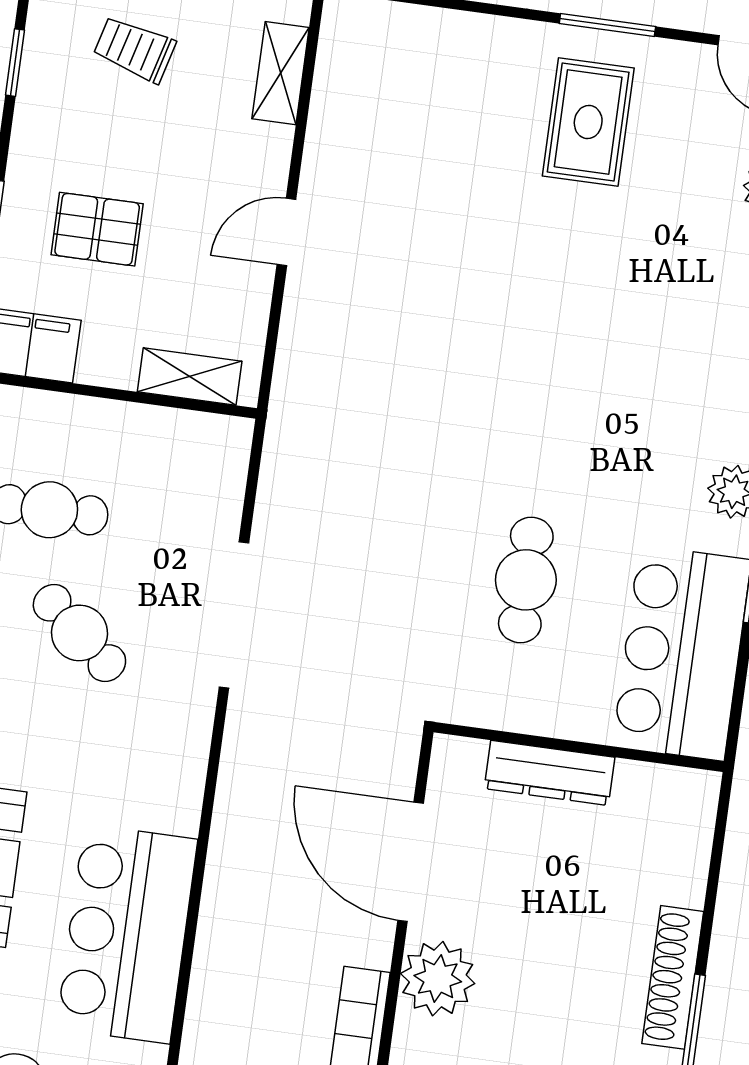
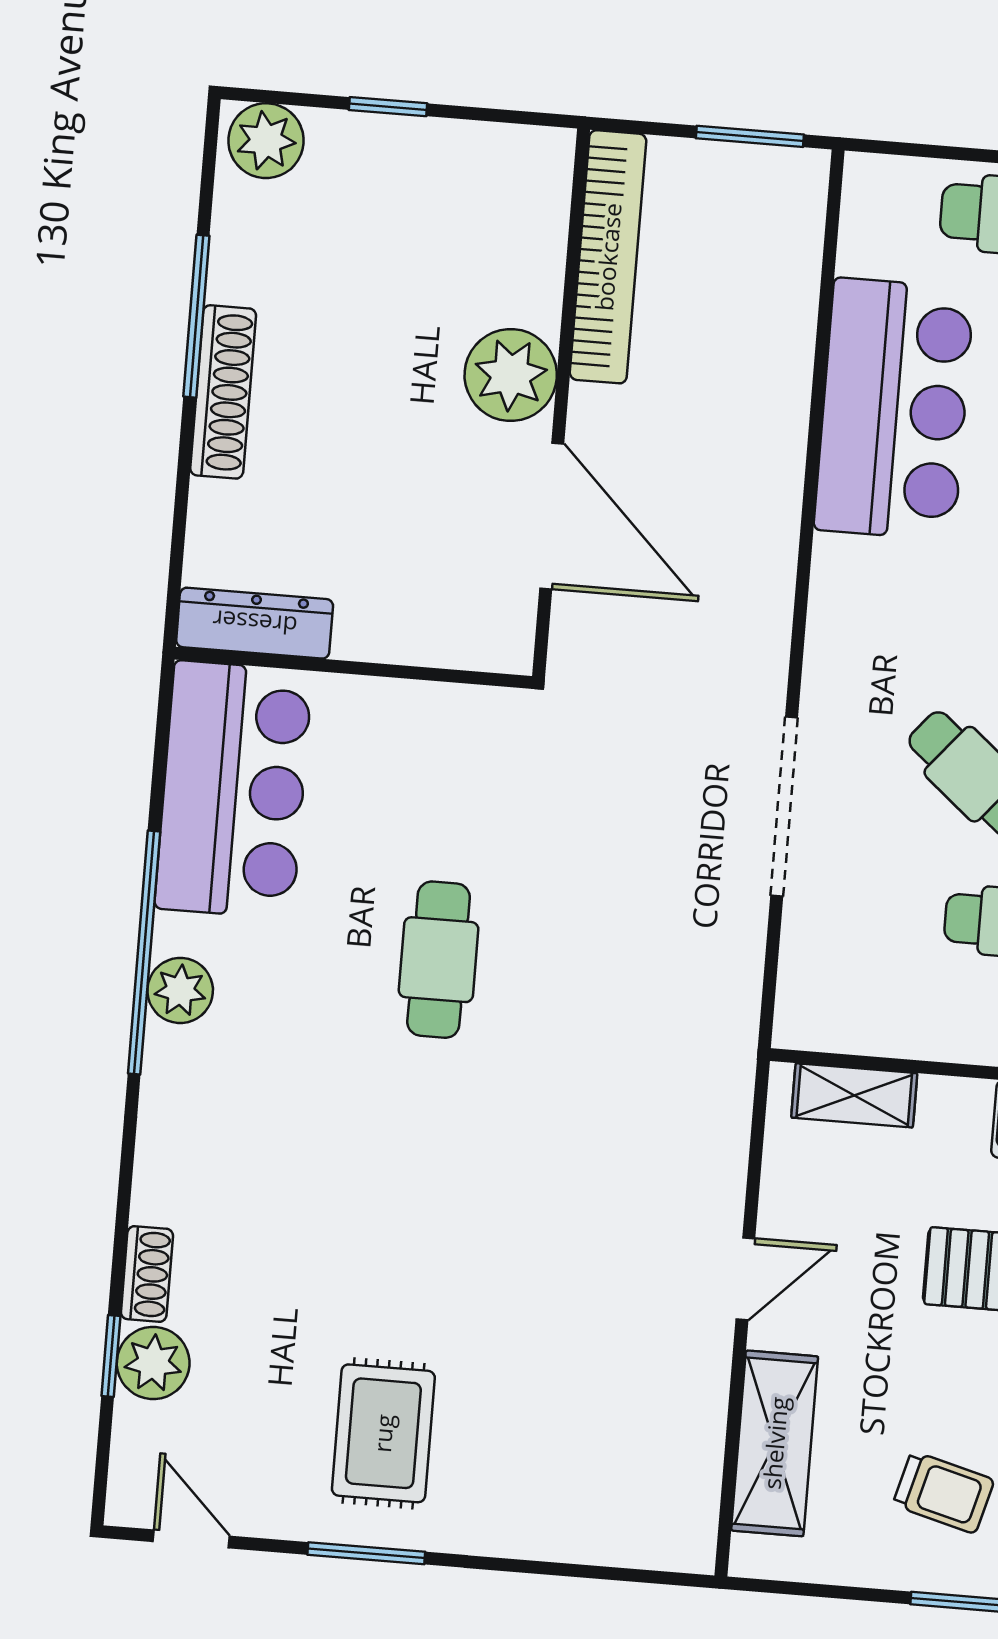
shelving: (281, 73) -> (775, 1443), width x1.50, depth x1.33
cafe table: (526, 580) -> (439, 960), moved
dresser: (550, 773) -> (255, 623), moved

